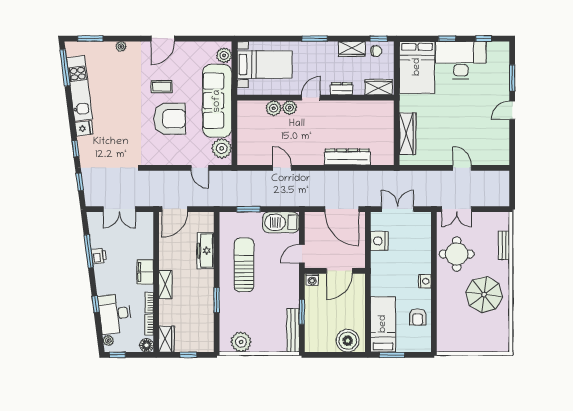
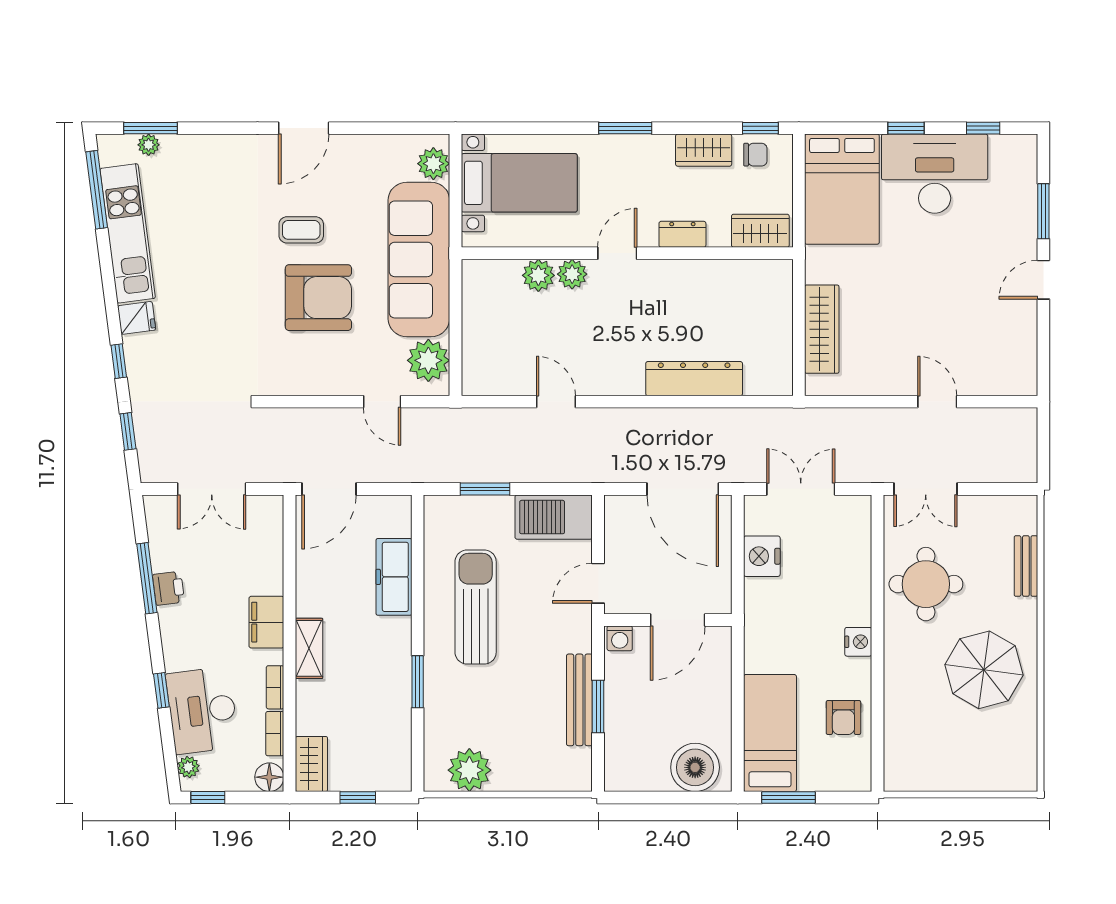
plant: (121, 46) -> (149, 145), moved
bench: (293, 330) -> (579, 700), moved

